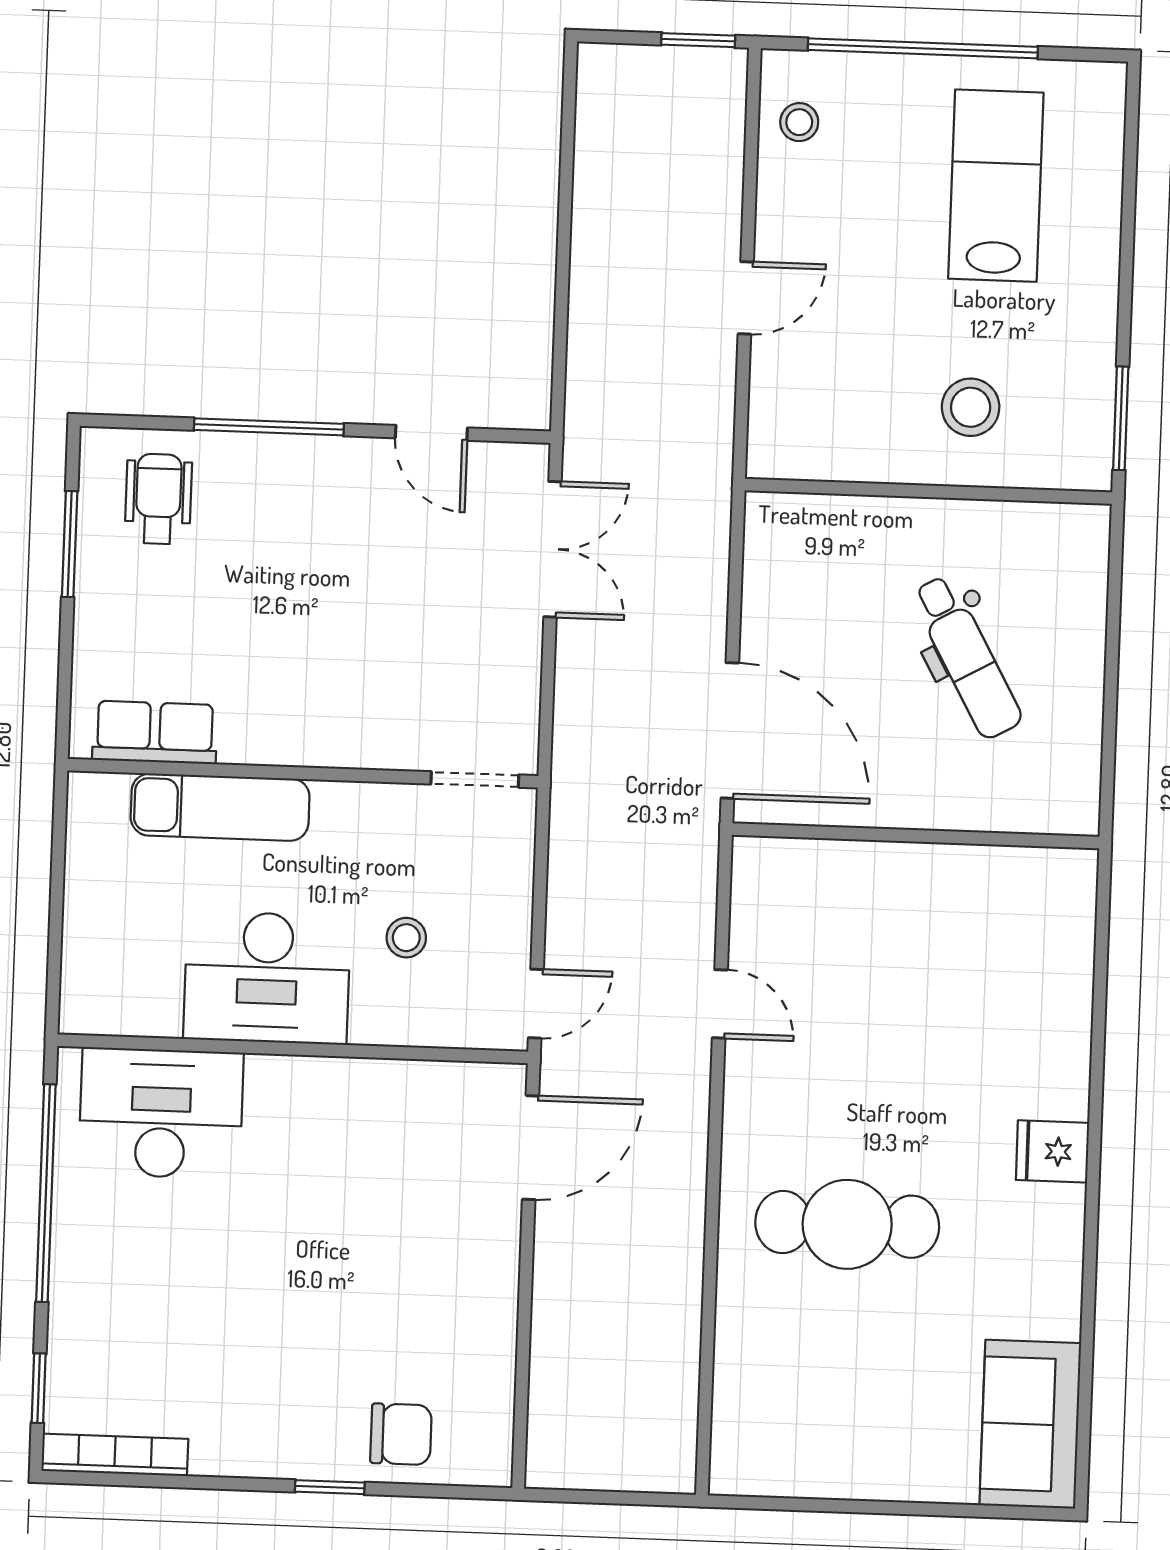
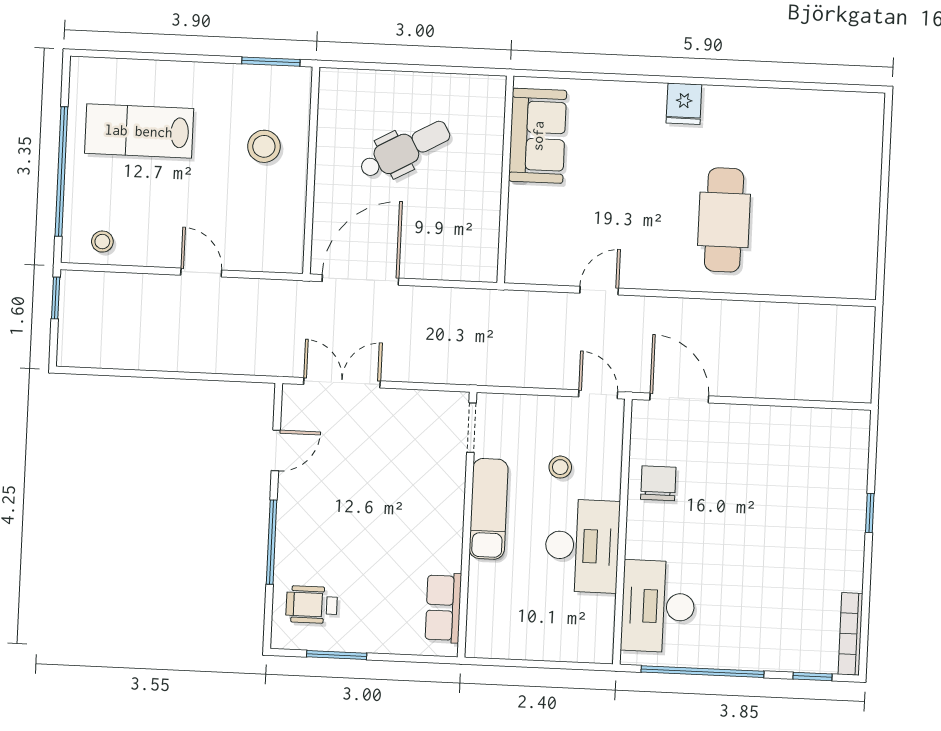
door: (730, 731) -> (360, 280), moved
exam couch: (220, 807) -> (489, 509), moved
sofa: (1030, 1424) -> (538, 136), moved, turned -90
chair: (401, 1434) -> (658, 483), moved

